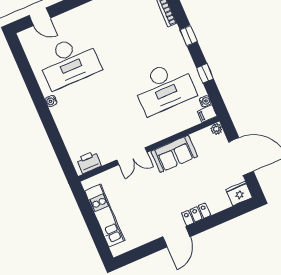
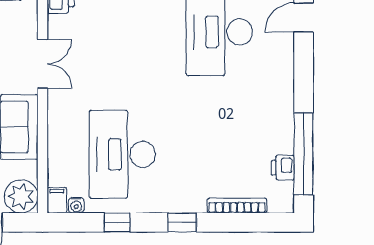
plant: (216, 129) -> (21, 196), width x1.88, depth x1.88
double door: (132, 156) -> (43, 64), swing flipped

